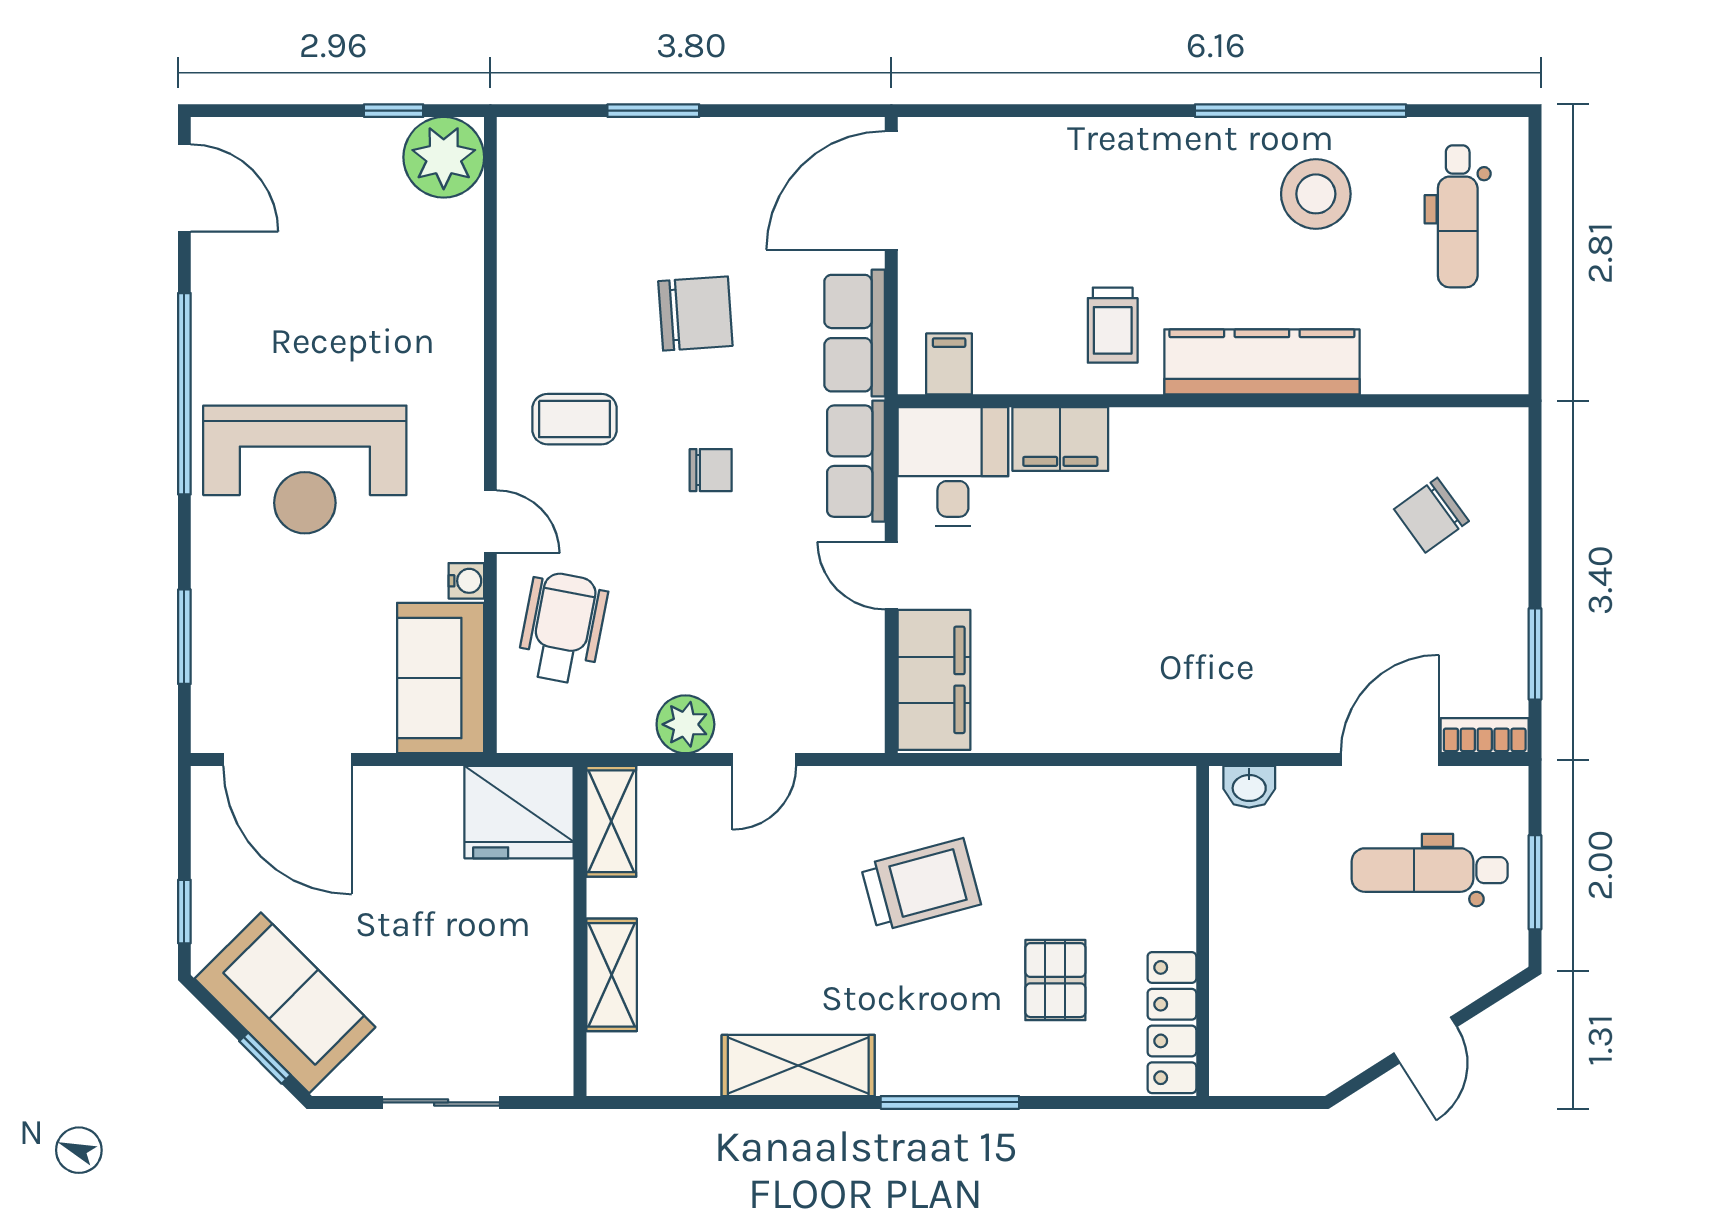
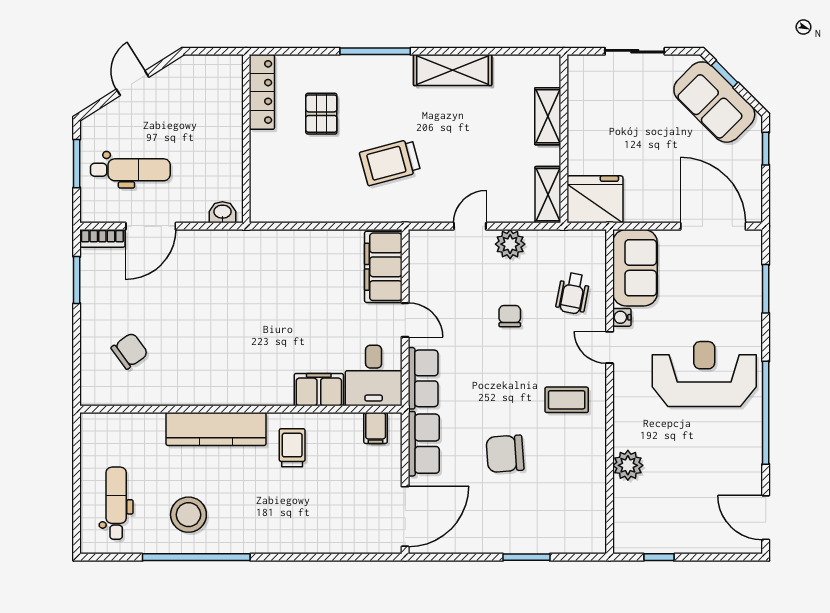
plant: (444, 157) -> (628, 465), moved, width x0.73, depth x0.73
chair: (711, 470) -> (510, 316), moved, turned 90
wheelchair: (563, 628) -> (573, 293), width x0.73, depth x0.73

